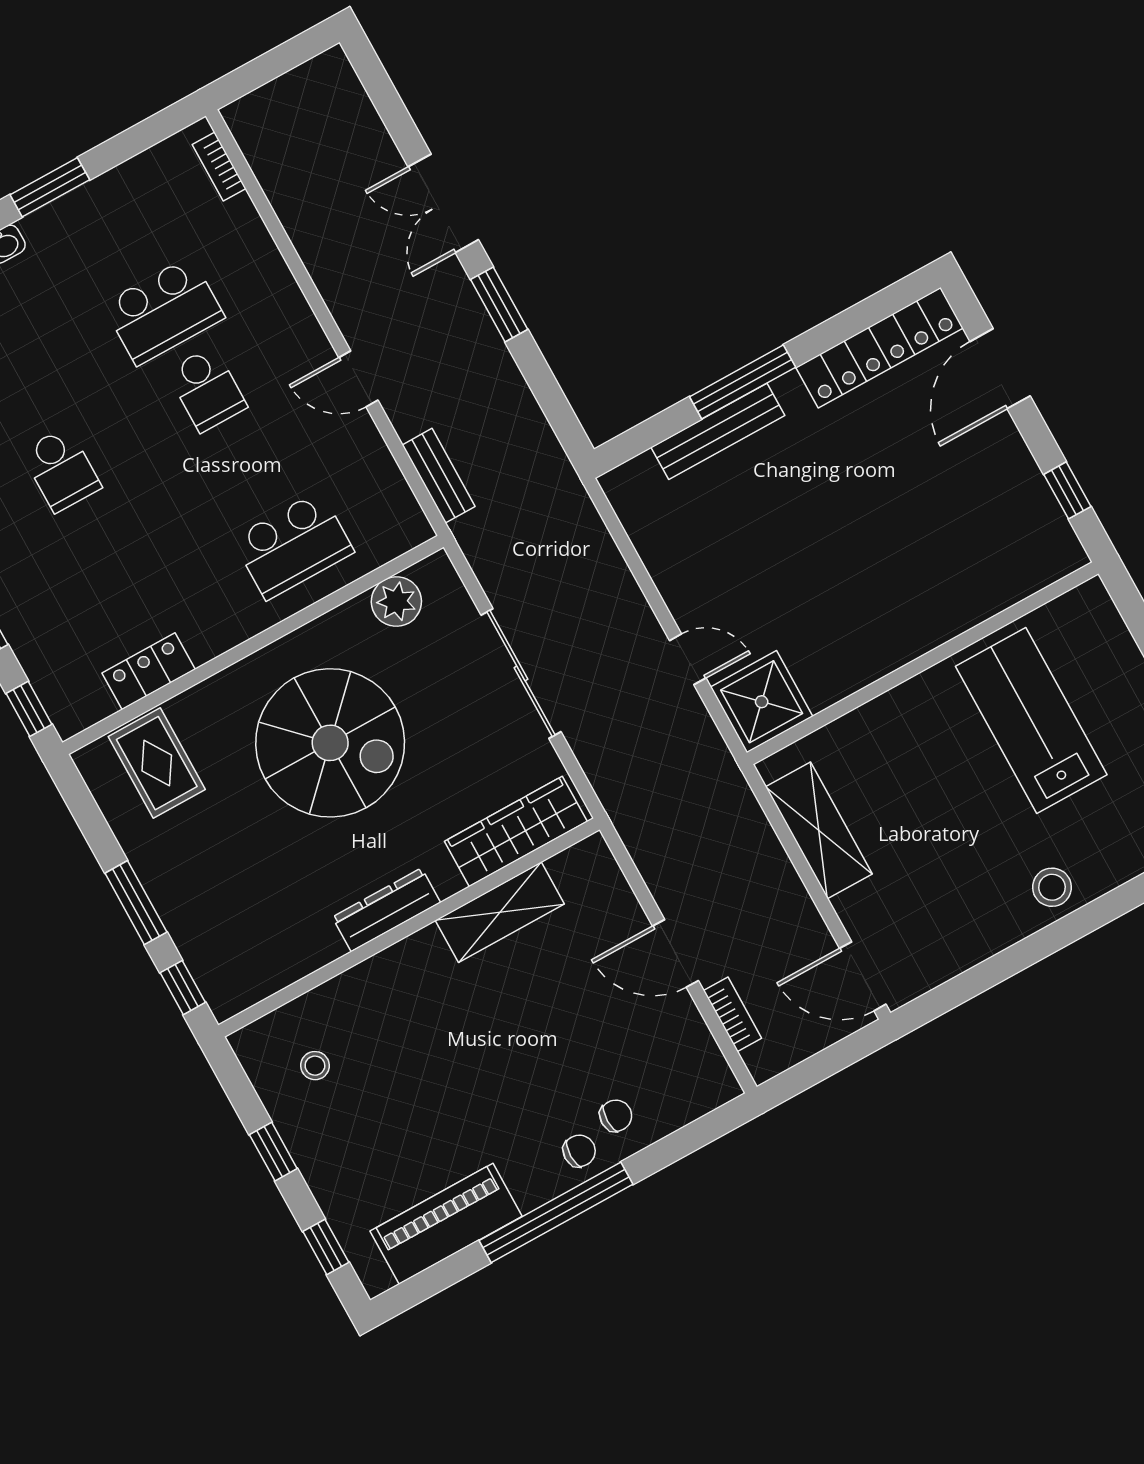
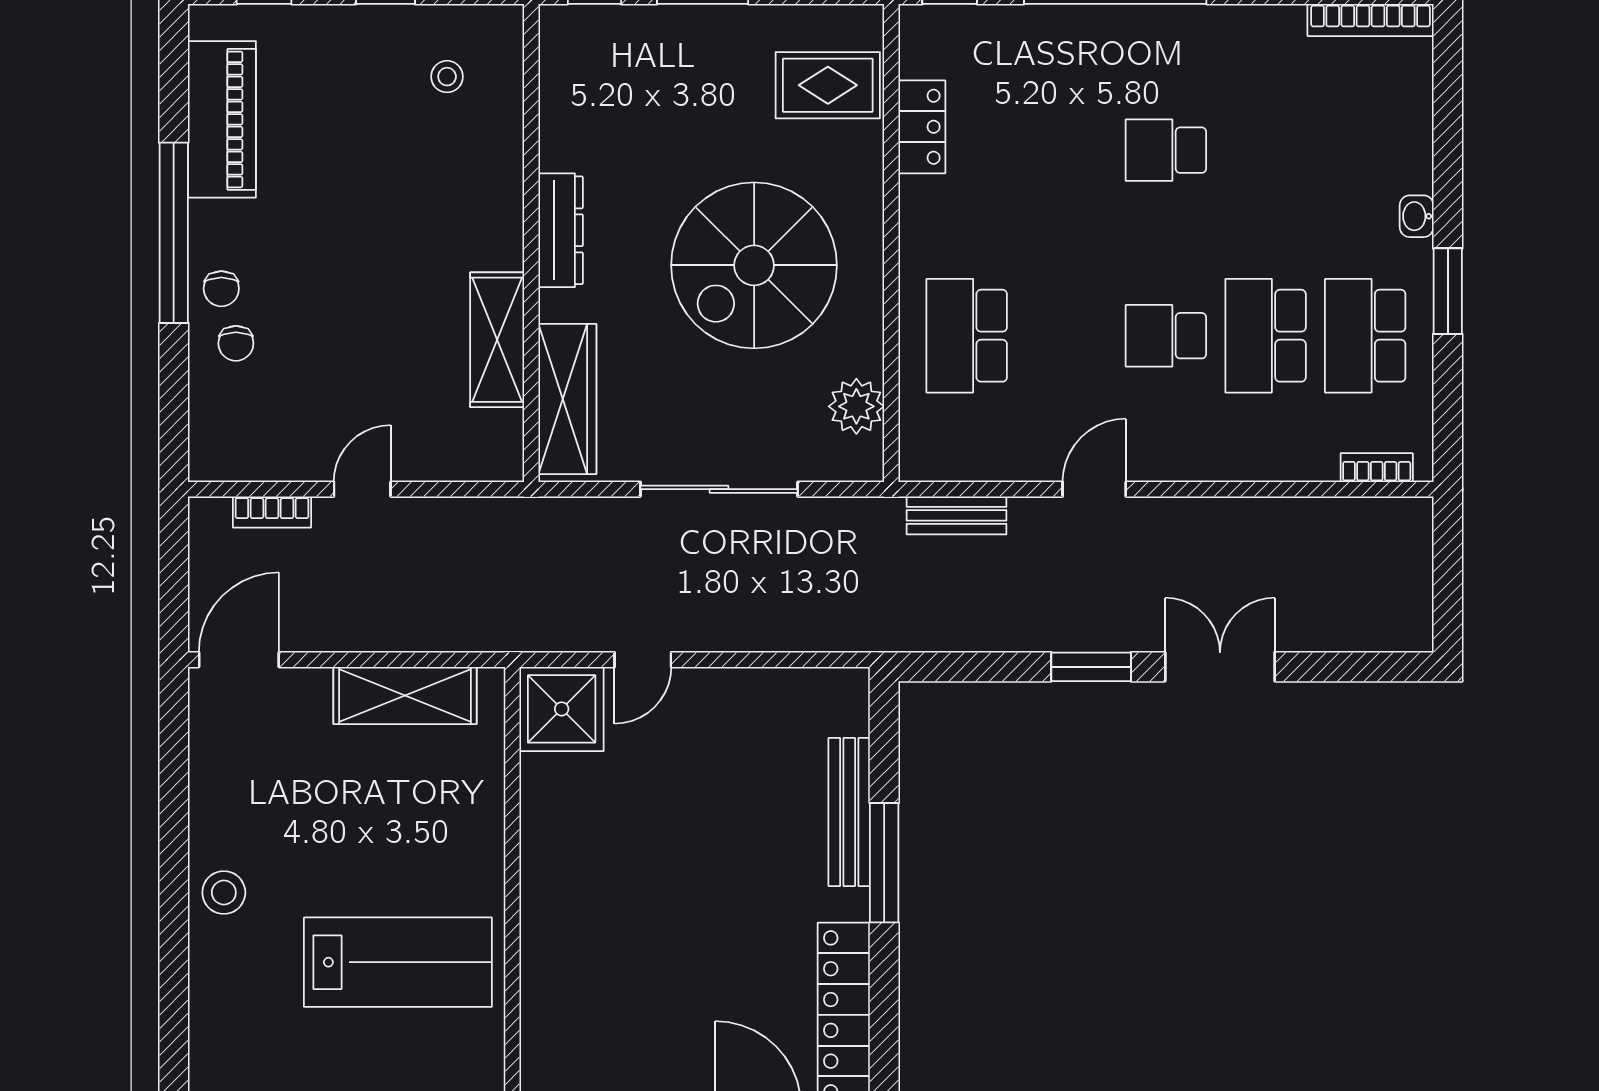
school desk: (121, 233) -> (1365, 336), added
door: (676, 953) -> (362, 489), width x0.73

